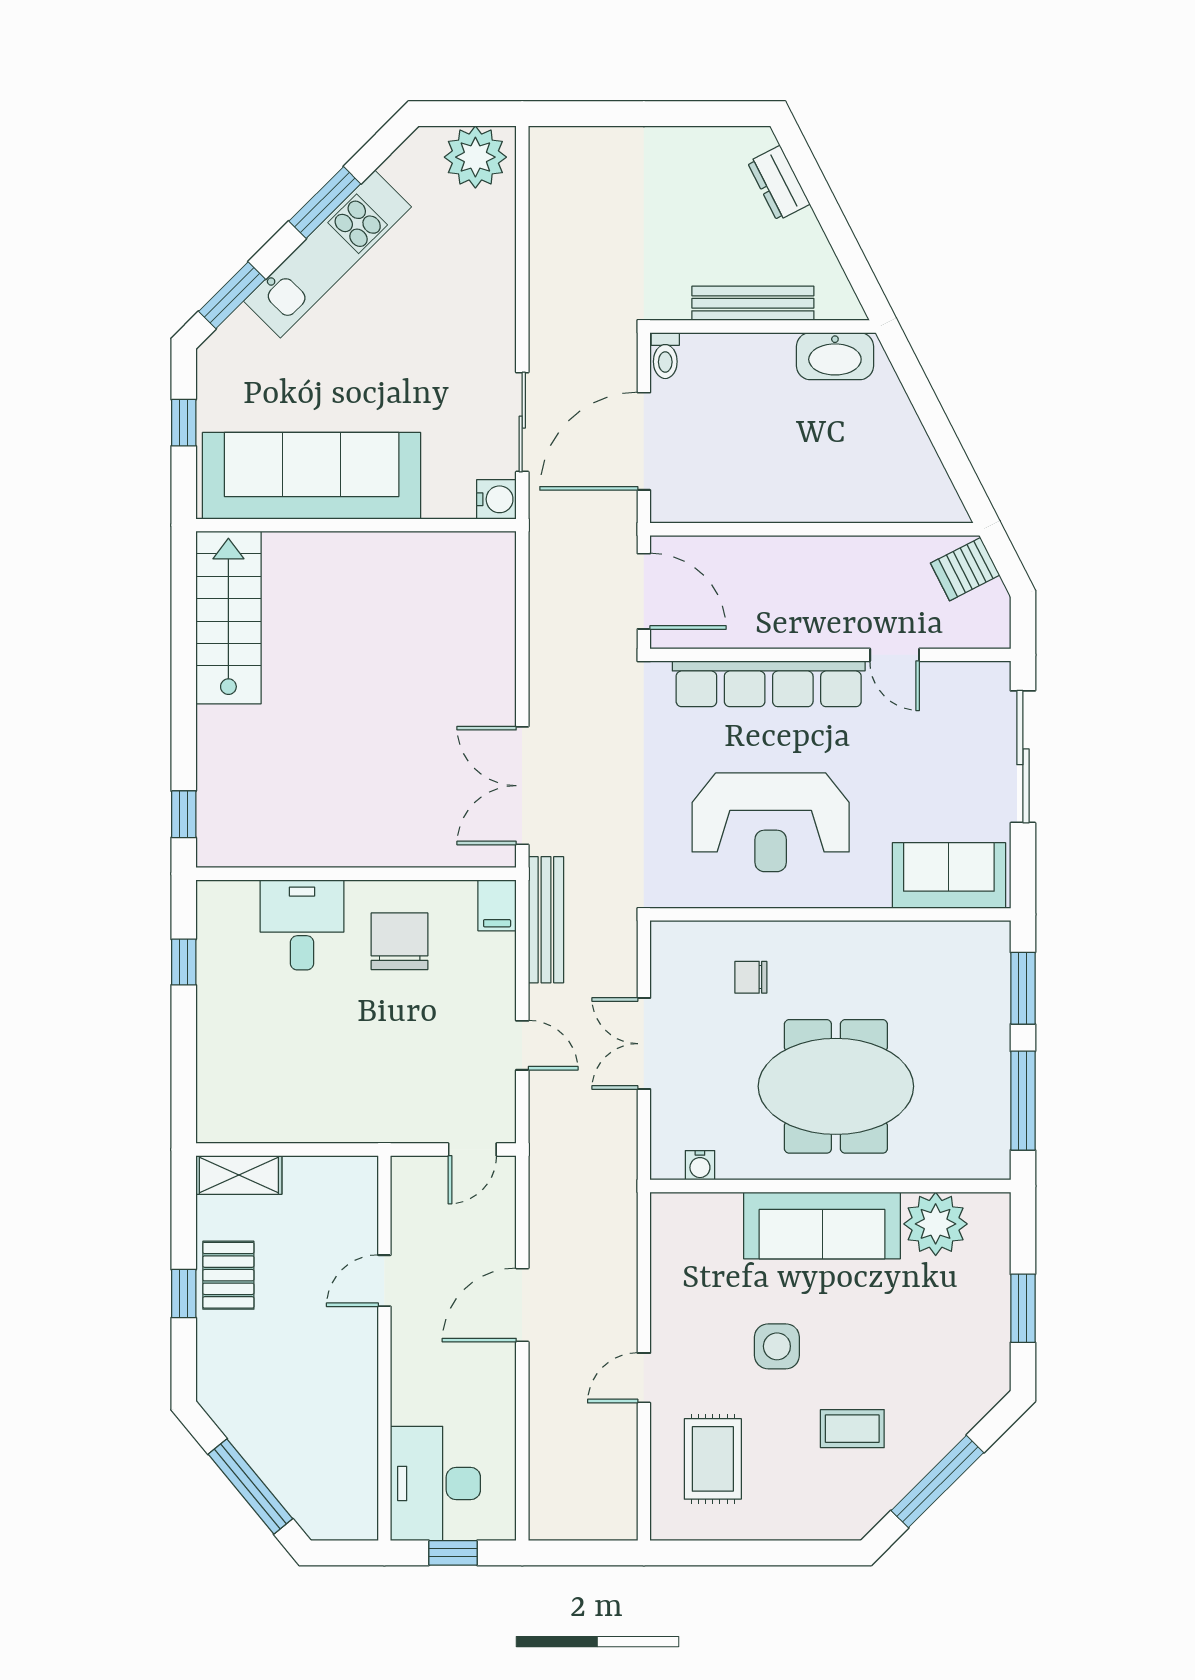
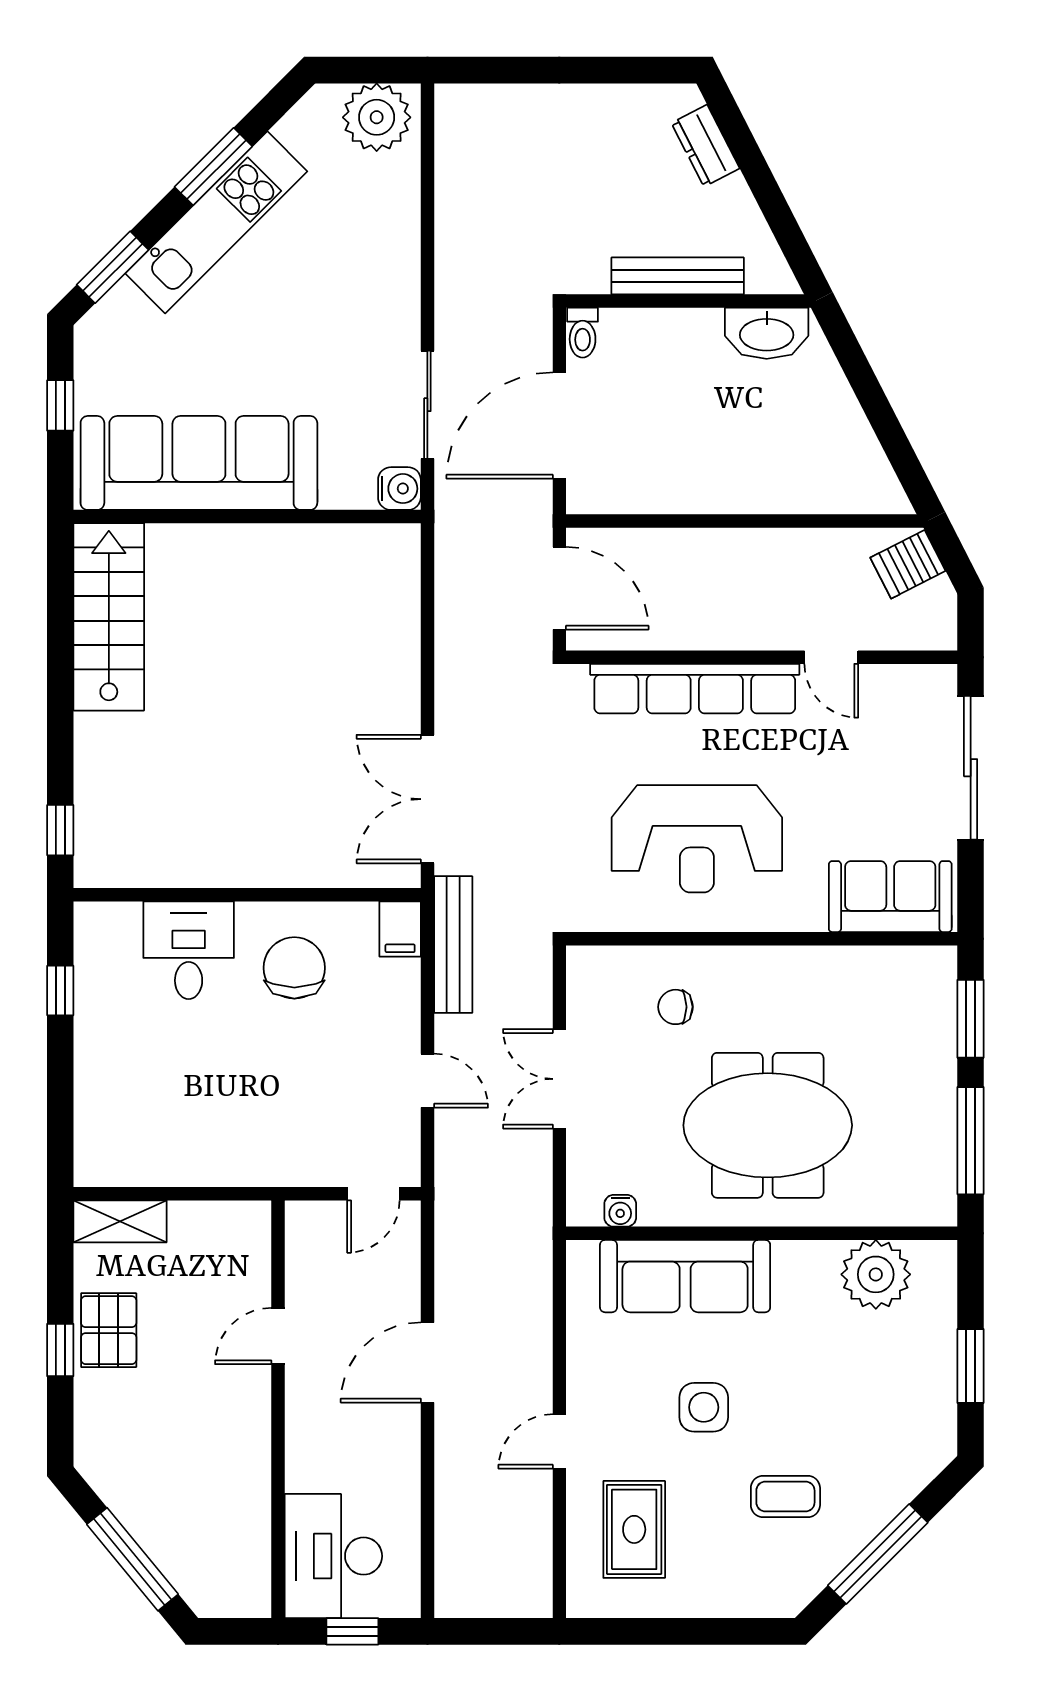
sofa: (822, 1225) -> (685, 1276), moved

